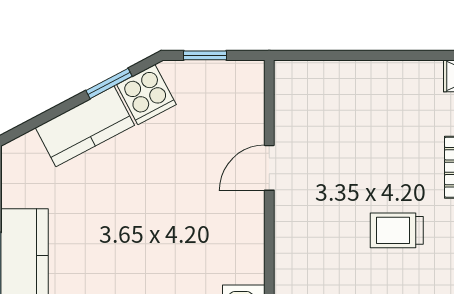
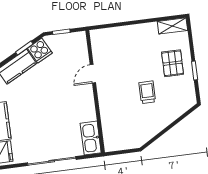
trolley: (397, 230) -> (147, 92), turned 90

